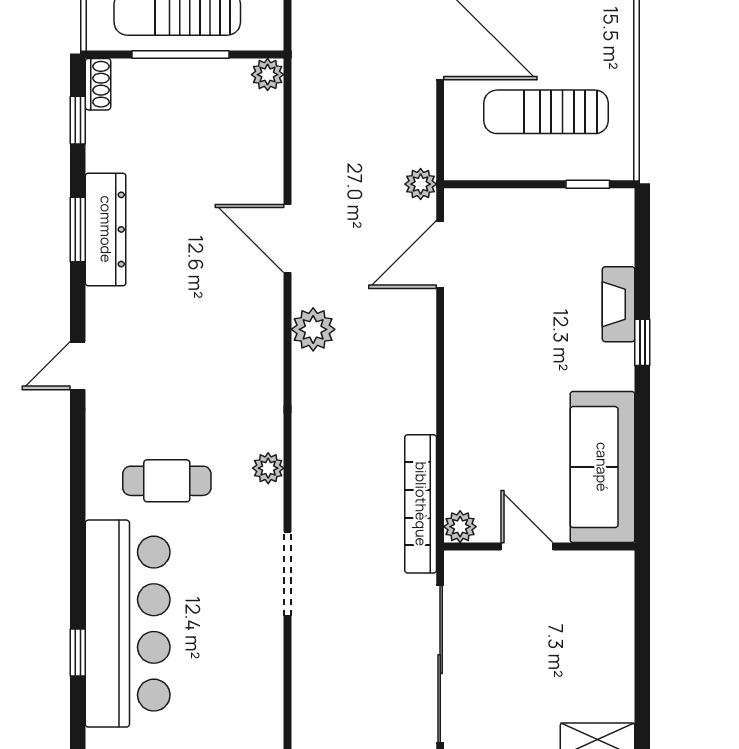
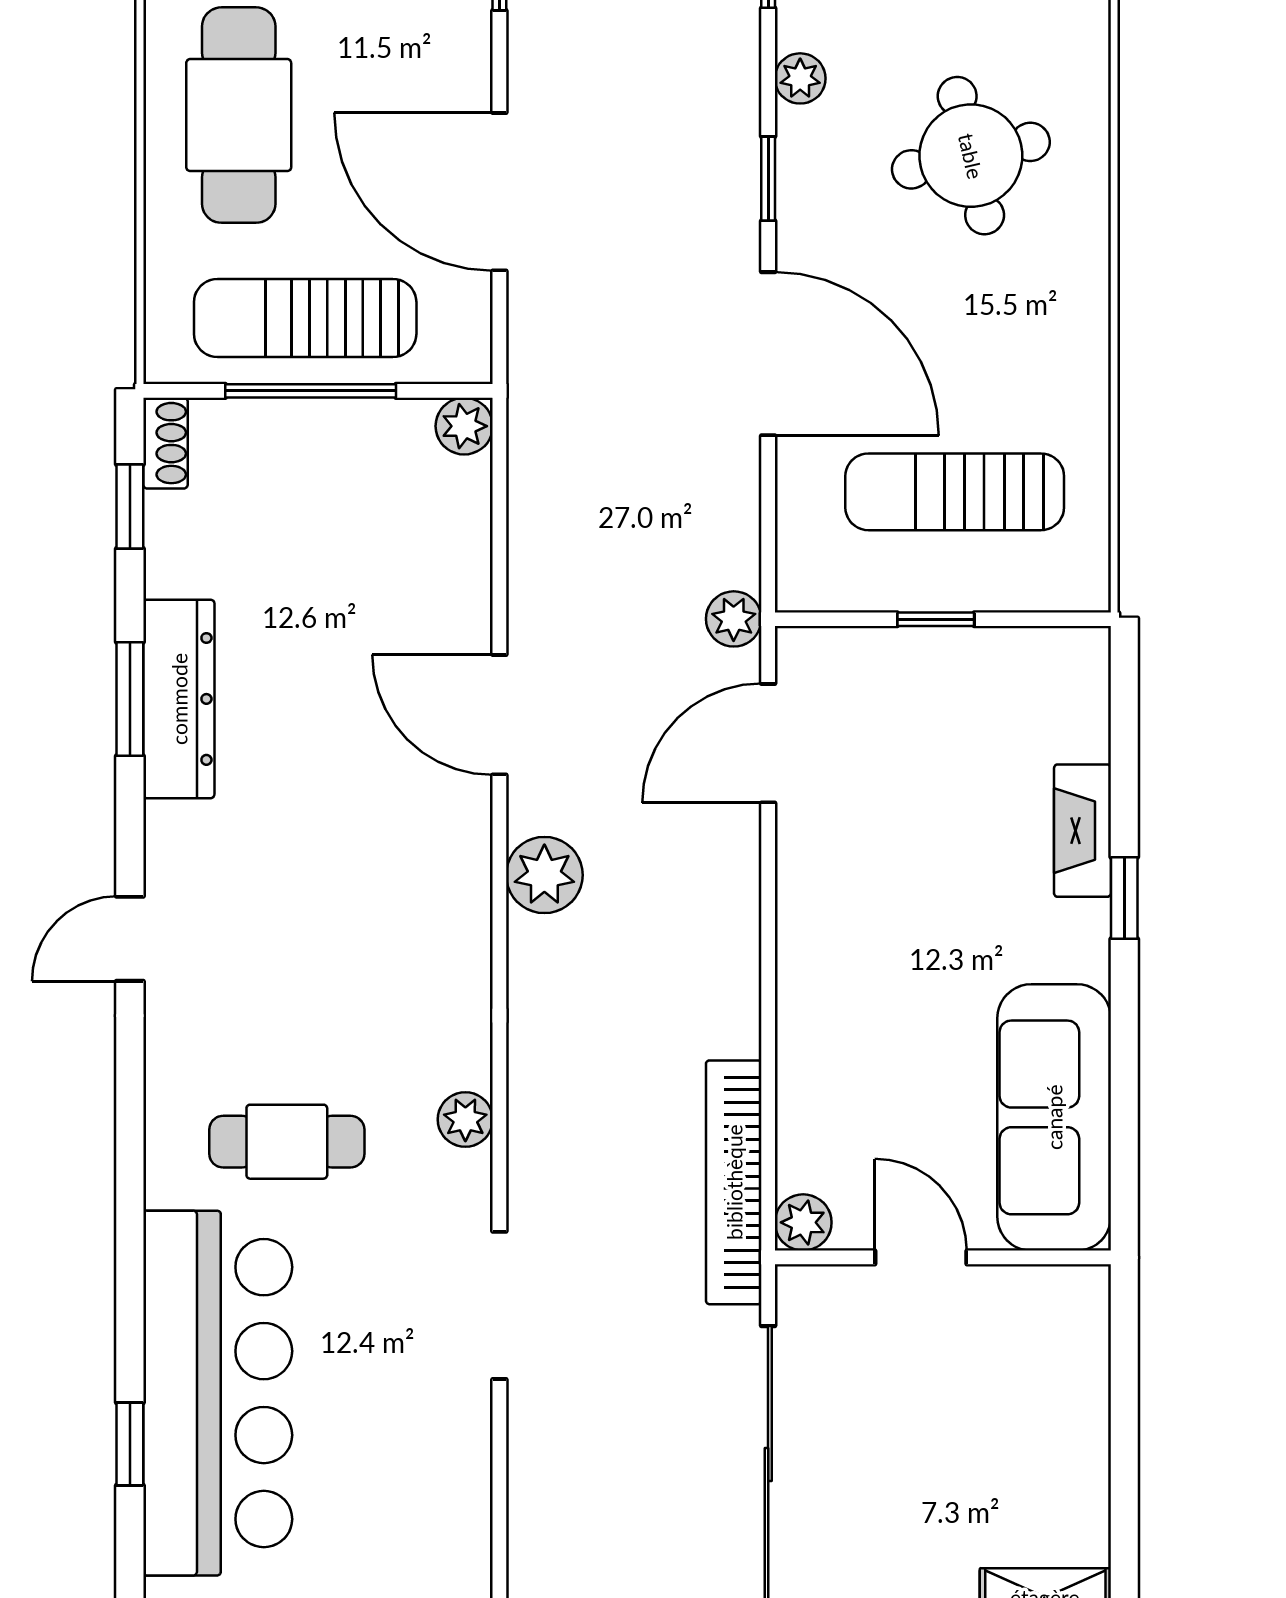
window: (588, 184) -> (936, 619), moved

